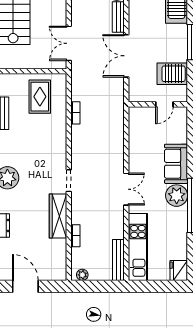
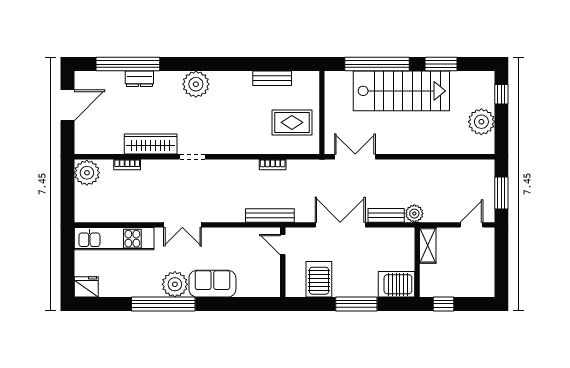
door: (164, 104) -> (283, 245), moved
bench: (118, 260) -> (270, 215), moved
plant: (82, 275) -> (87, 173), width x1.88, depth x1.88

